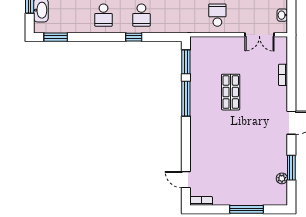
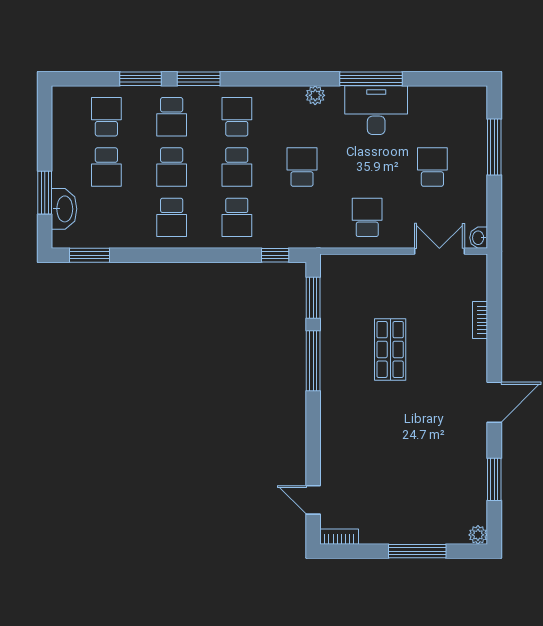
washbasin: (282, 15) -> (479, 238), moved
double door: (259, 35) -> (439, 251), swing flipped
window: (134, 37) -> (275, 255), moved
plant: (282, 178) -> (478, 535), moved

